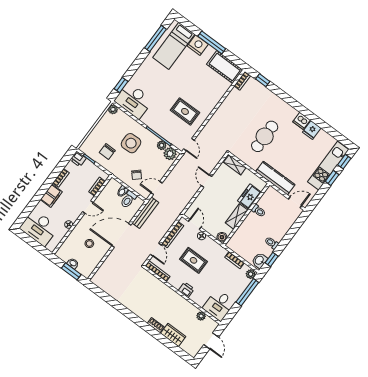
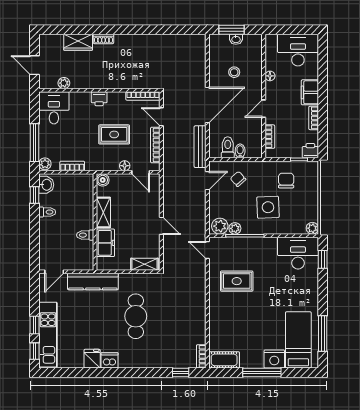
cot: (225, 67) -> (224, 360), width x0.73, depth x0.75

